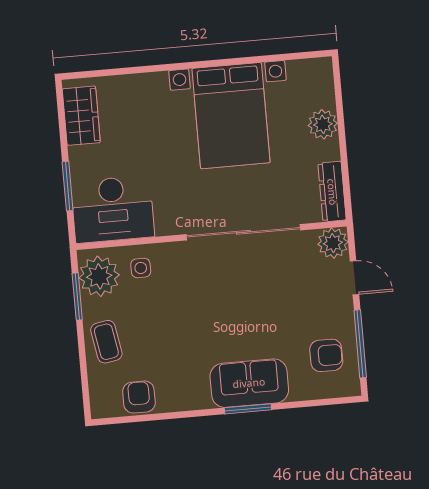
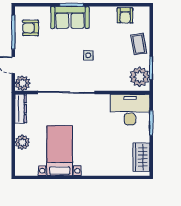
bed with nightstands: (231, 116) -> (60, 151), width x0.73
side table: (141, 268) -> (88, 55), moved

